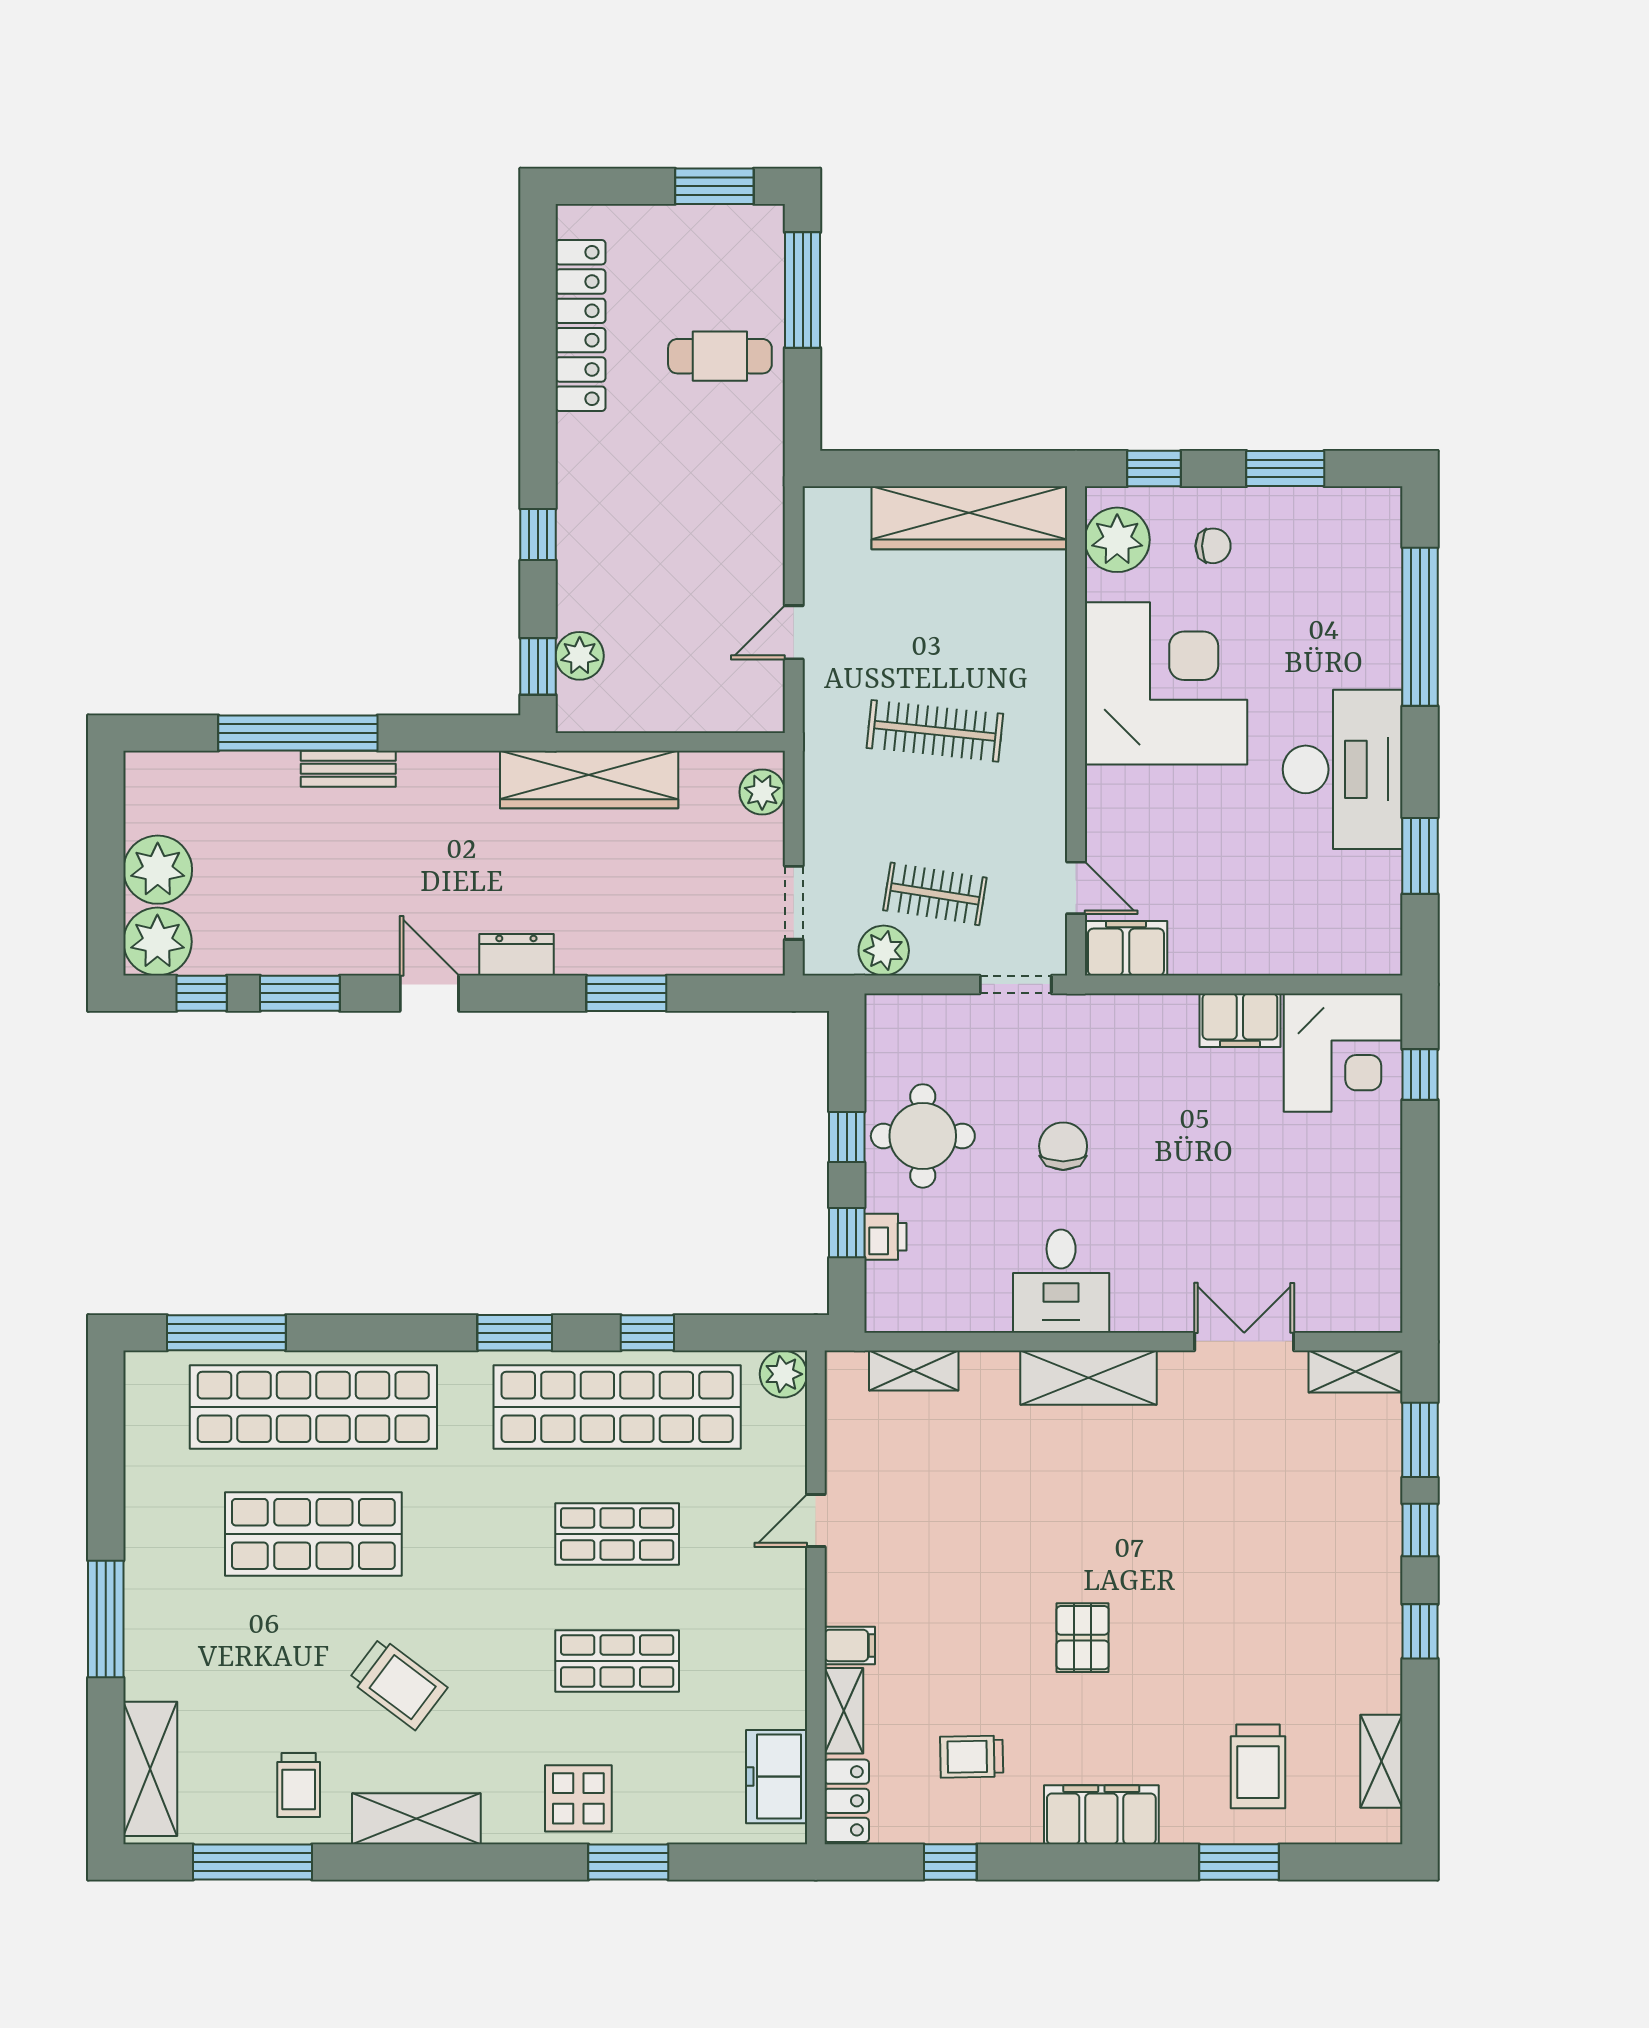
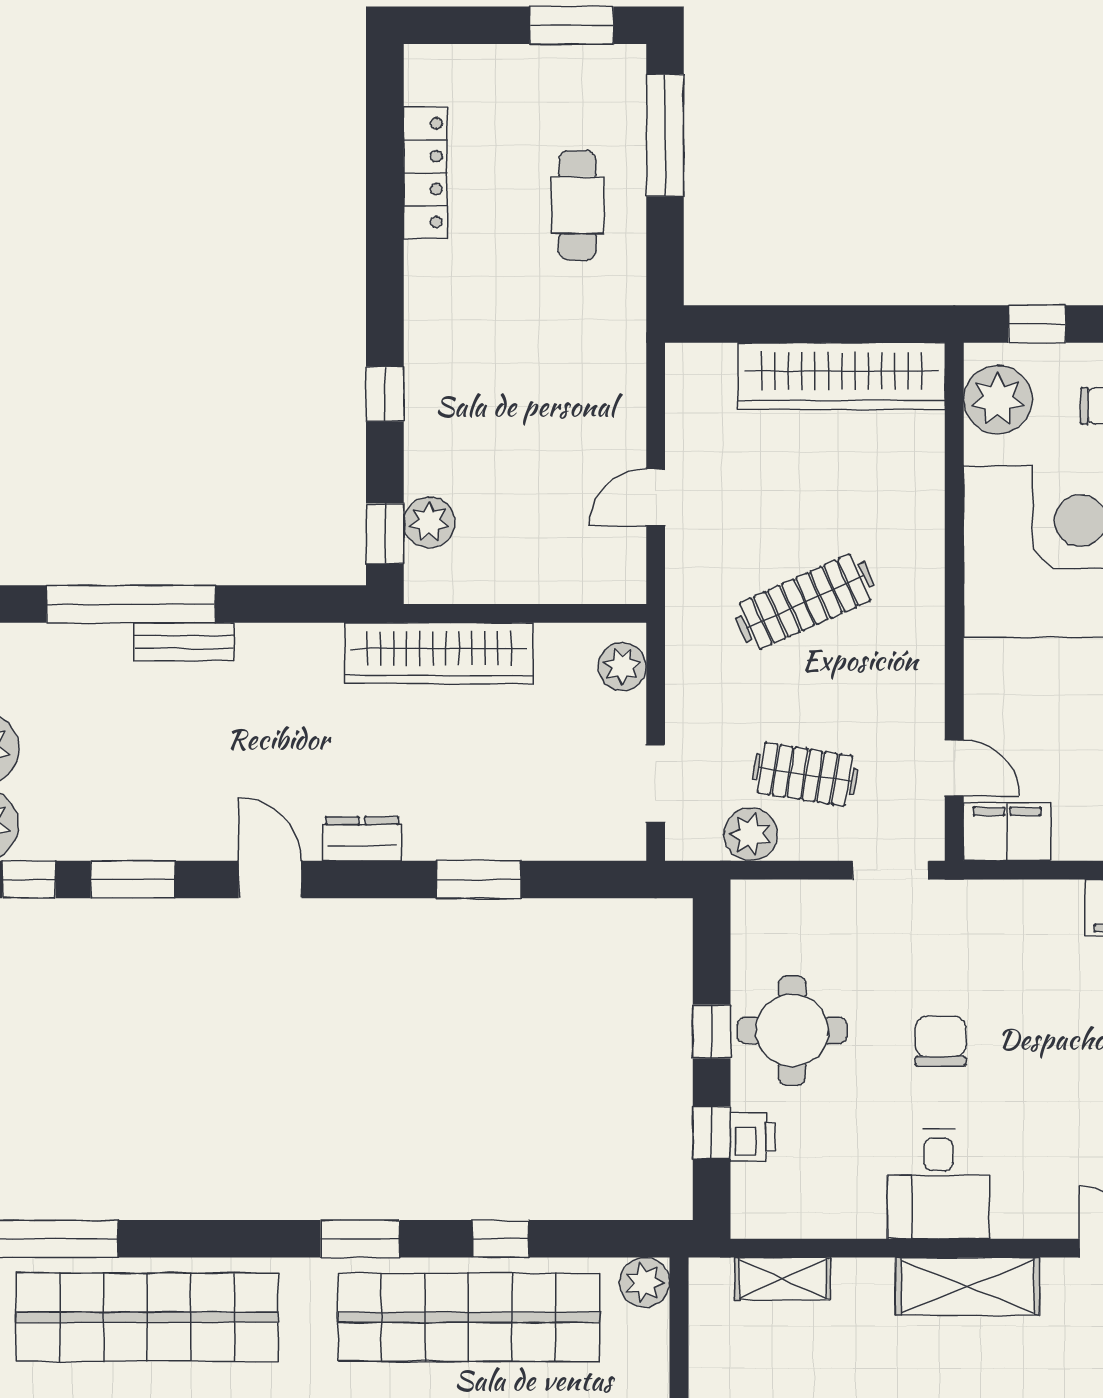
locker: (581, 325) -> (425, 173), width x0.71, depth x0.83
cafe table: (720, 356) -> (577, 205), turned 90
clothes rail: (935, 731) -> (805, 602), turned -30

